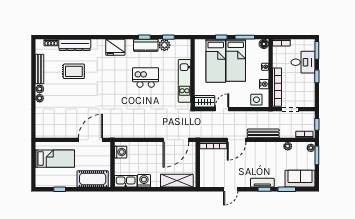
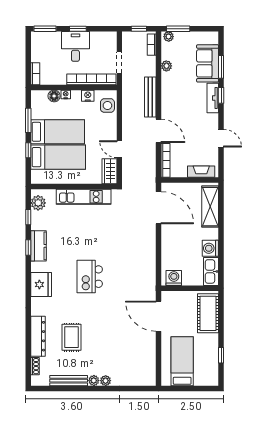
floor lamp: (264, 44) -> (54, 96), moved
plant: (164, 45) -> (38, 203), moved
desk: (303, 62) -> (75, 46), moved
kitchen island: (146, 77) -> (90, 277), moved
fireplace: (204, 174) -> (201, 172), added
sofa: (300, 179) -> (208, 63), moved

